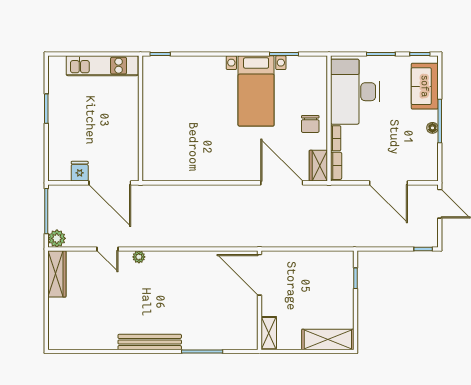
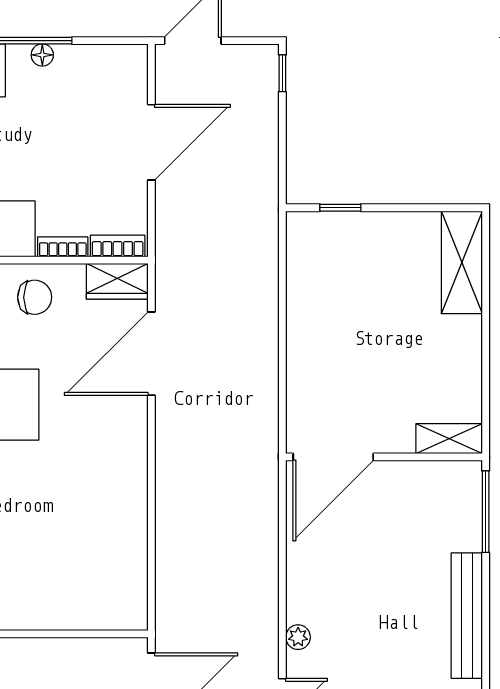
door: (260, 275) -> (333, 457), moved
wall: (260, 300) -> (384, 457), moved
shelving: (269, 333) -> (449, 439), moved

